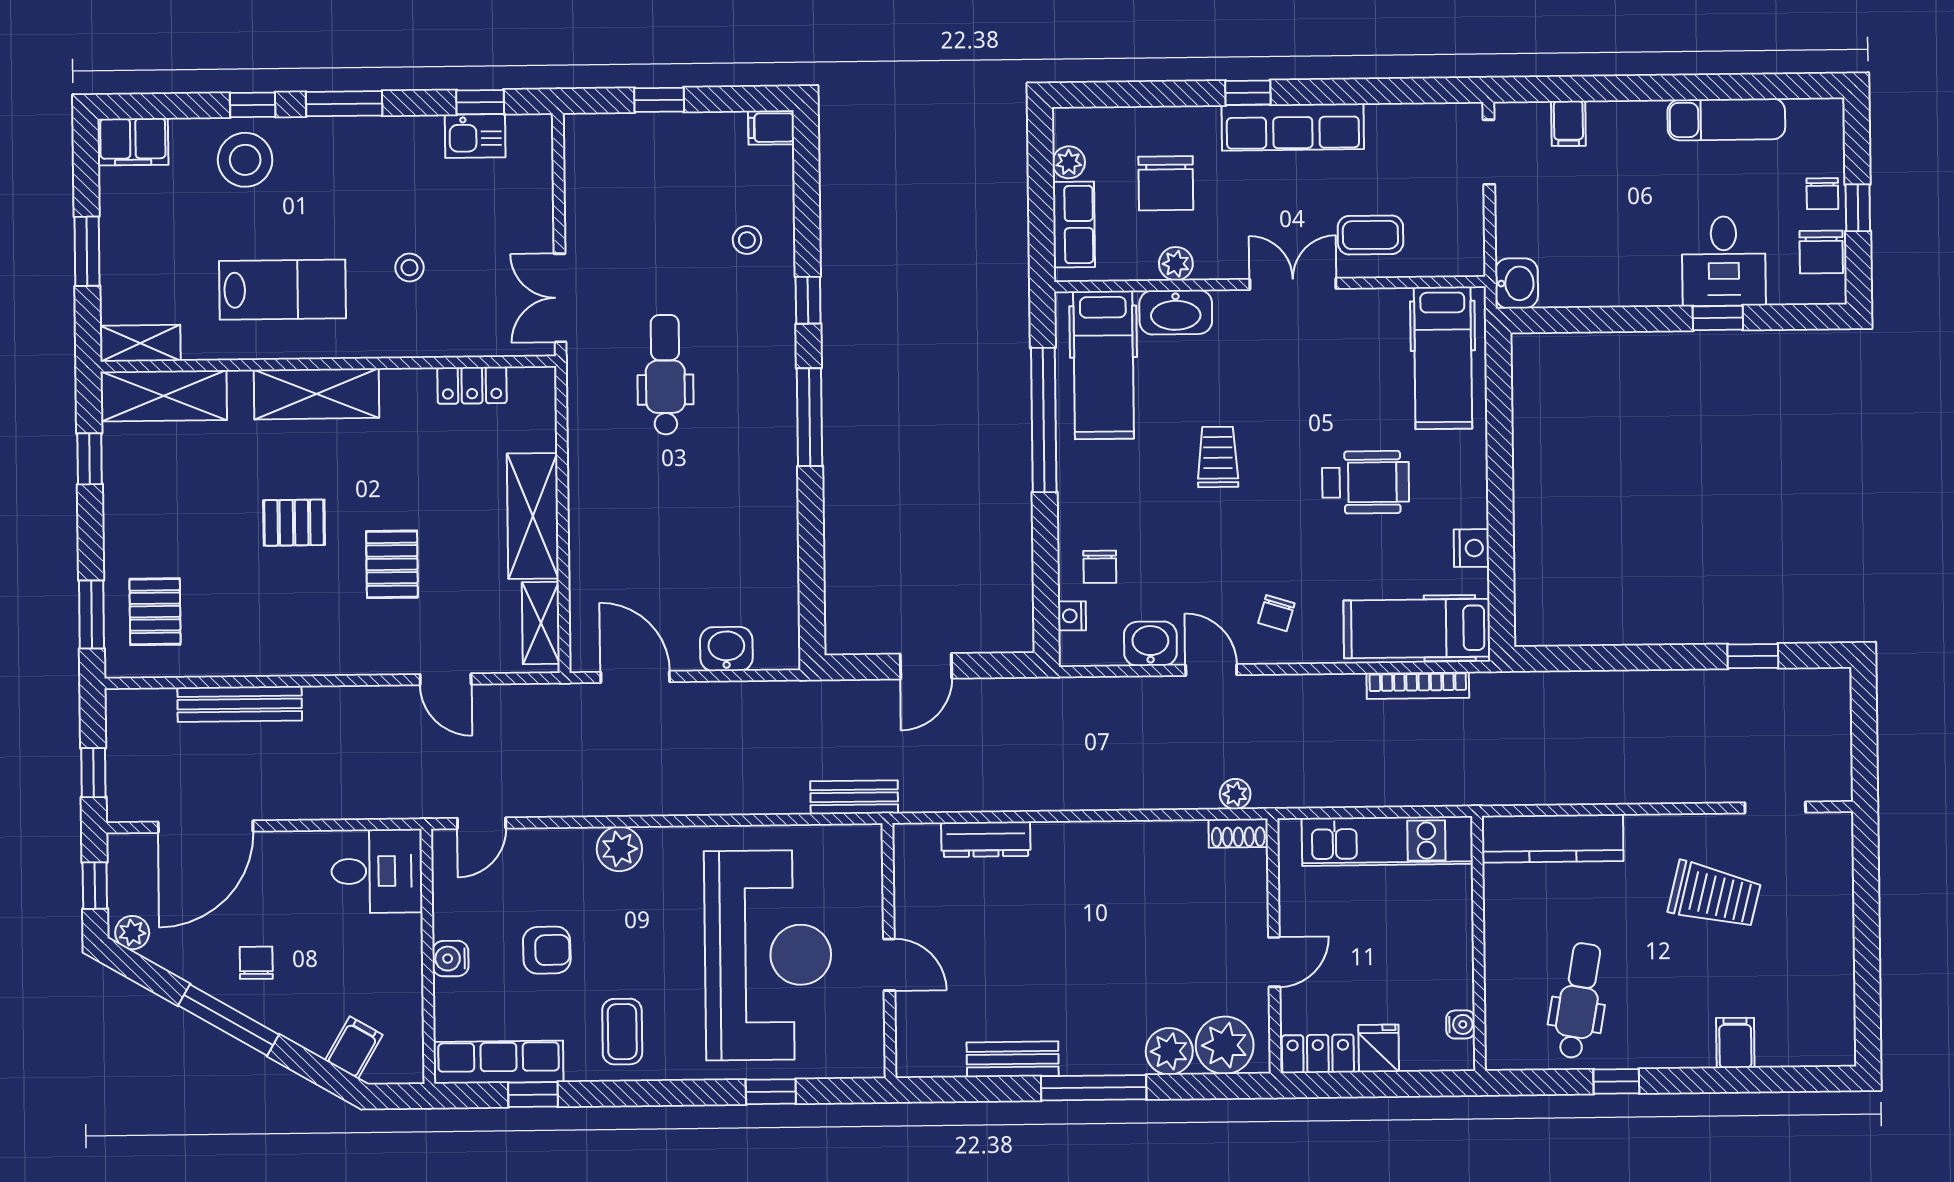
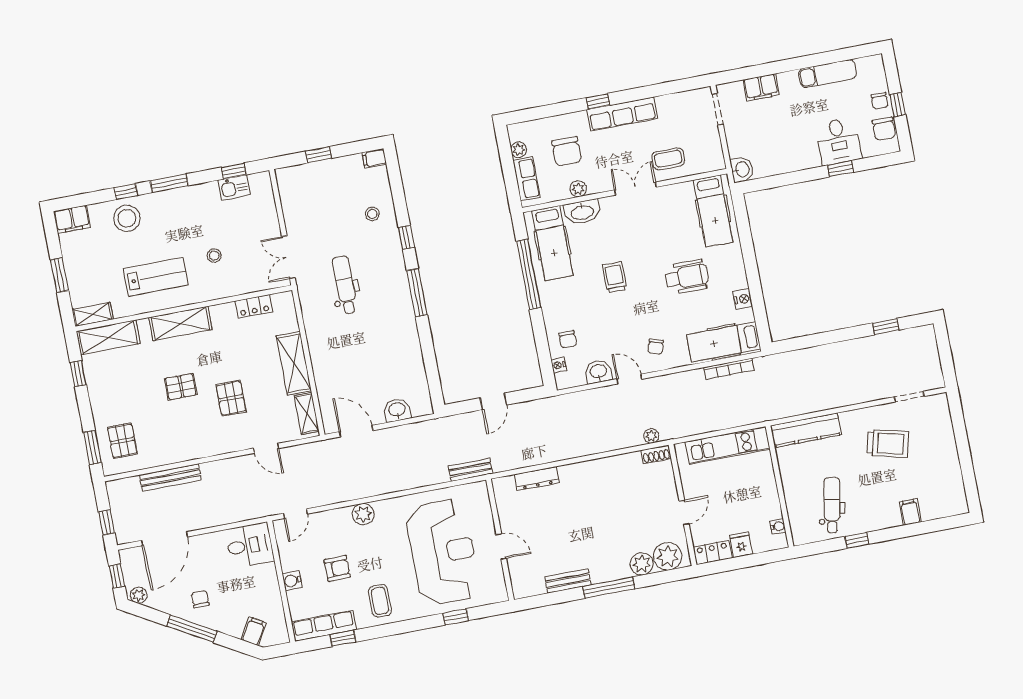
filing cabinet: (1568, 123) -> (761, 87), width x2.00

